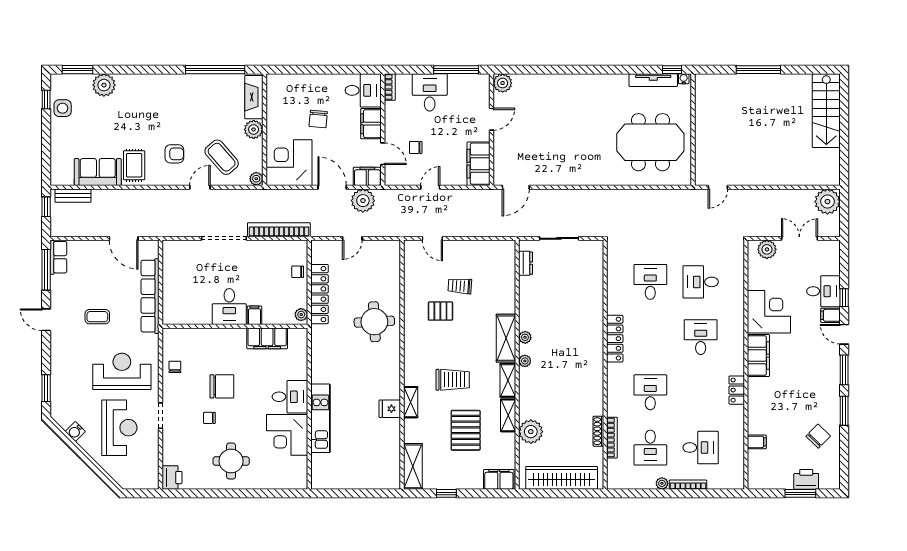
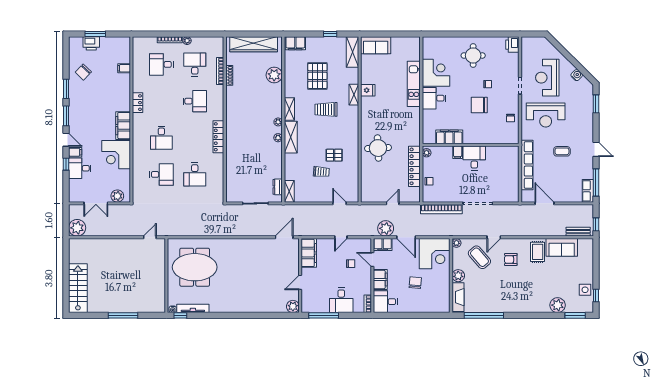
desk: (650, 392) -> (195, 101), turned -90
shelving: (508, 415) -> (289, 191), moved
sofa: (378, 476) -> (376, 45), added

